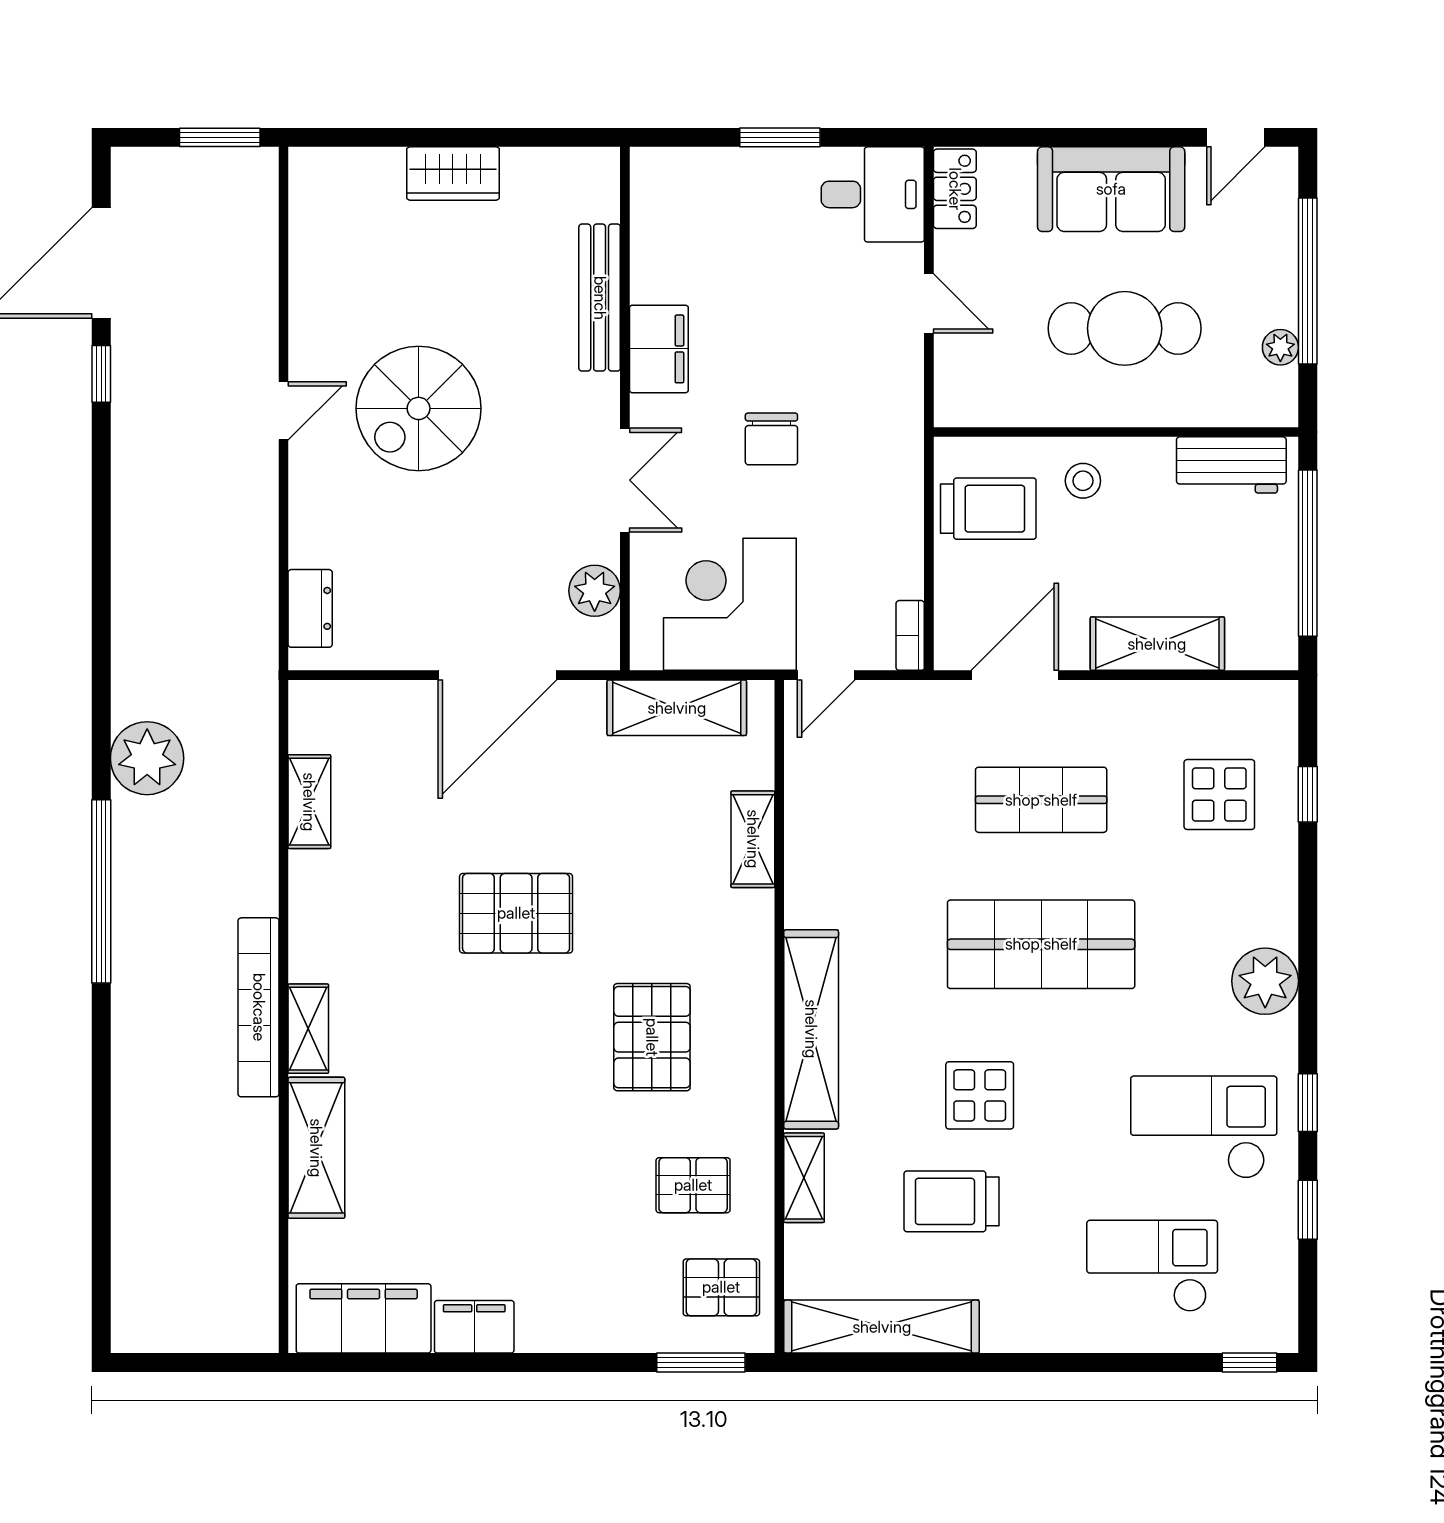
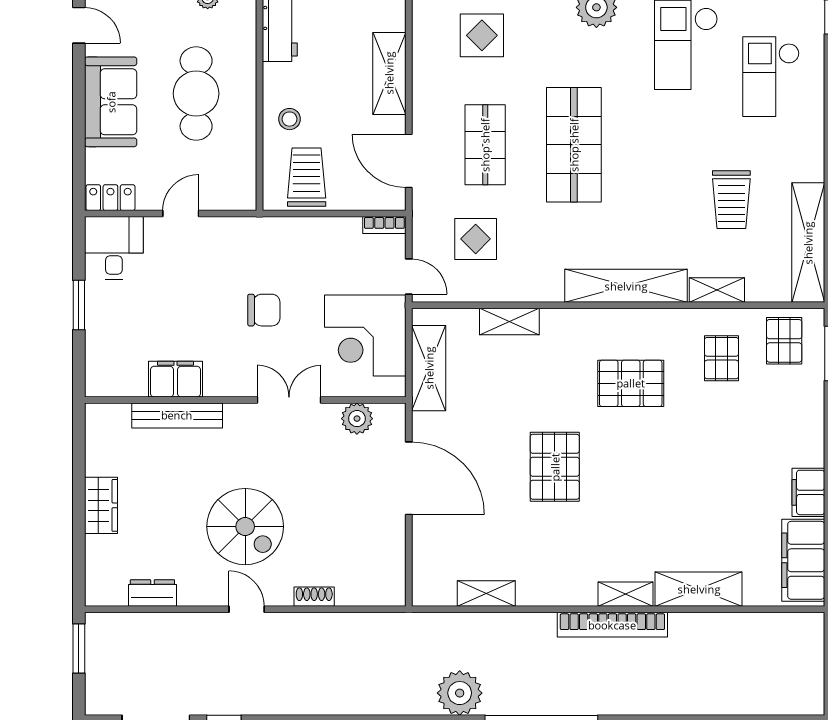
filing cabinet: (659, 349) -> (175, 379), moved
shoe rack: (304, 521) -> (314, 597), added
dresser: (310, 608) -> (152, 593), moved
display table: (980, 1095) -> (476, 239), moved

